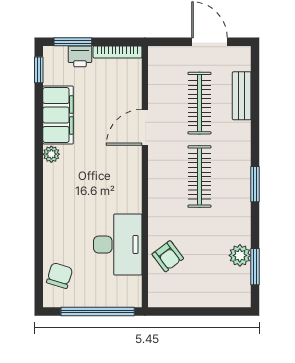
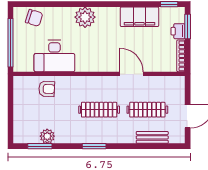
plant: (51, 154) -> (85, 17), moved, width x1.87, depth x1.87
armchair: (168, 256) -> (47, 89), turned -140

